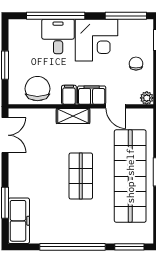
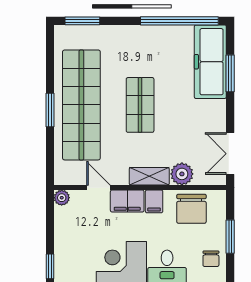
chair: (136, 64) -> (211, 259), moved
plant: (46, 118) -> (182, 174), added
freezer: (19, 221) -> (210, 62), width x1.36, depth x1.26
window: (72, 247) -> (179, 21), moved

